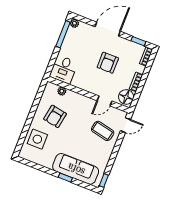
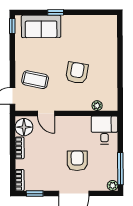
armchair: (108, 63) -> (77, 161), moved
door: (104, 101) -> (46, 113), swing flipped
armchair: (55, 116) -> (77, 73), moved
side table: (37, 139) -> (103, 42), removed
sofa: (76, 169) -> (41, 26), width x0.73

